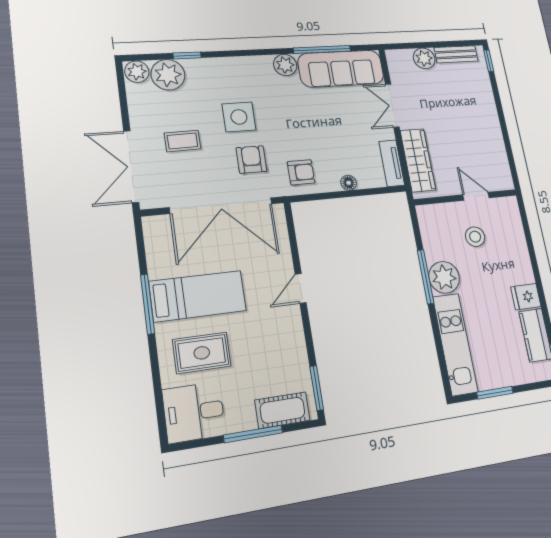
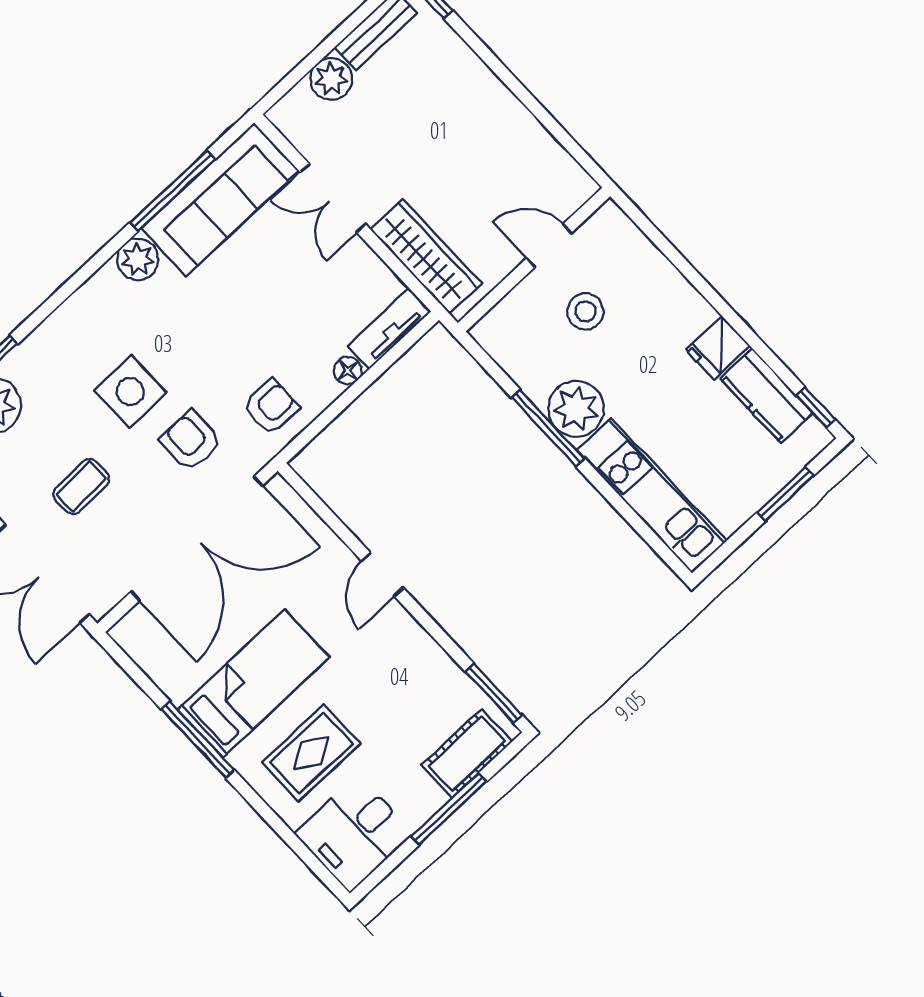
tv unit: (392, 163) -> (389, 329), moved, turned 90
window: (495, 393) -> (785, 494), moved

